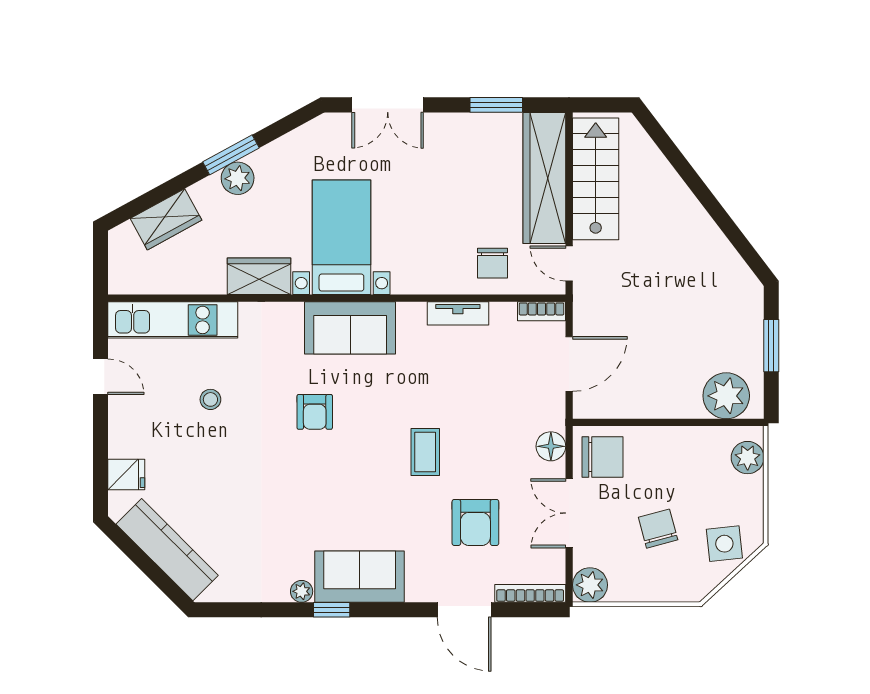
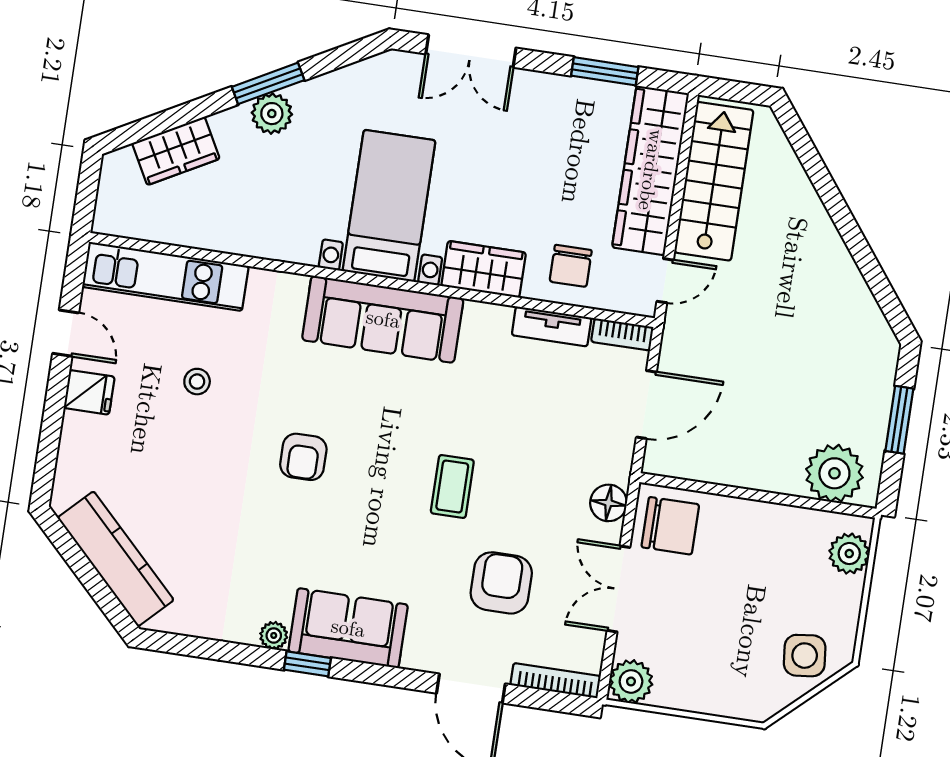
door: (569, 263) -> (665, 281), swing flipped
wardrobe: (259, 276) -> (484, 269), moved
tv unit: (458, 313) -> (552, 327), moved
sofa: (350, 328) -> (383, 319), width x1.36
armchair: (315, 412) -> (303, 457), moved
fridge: (126, 475) -> (89, 392), moved
armchair: (475, 522) -> (501, 583), turned 180
chair: (658, 529) -> (726, 625), removed

